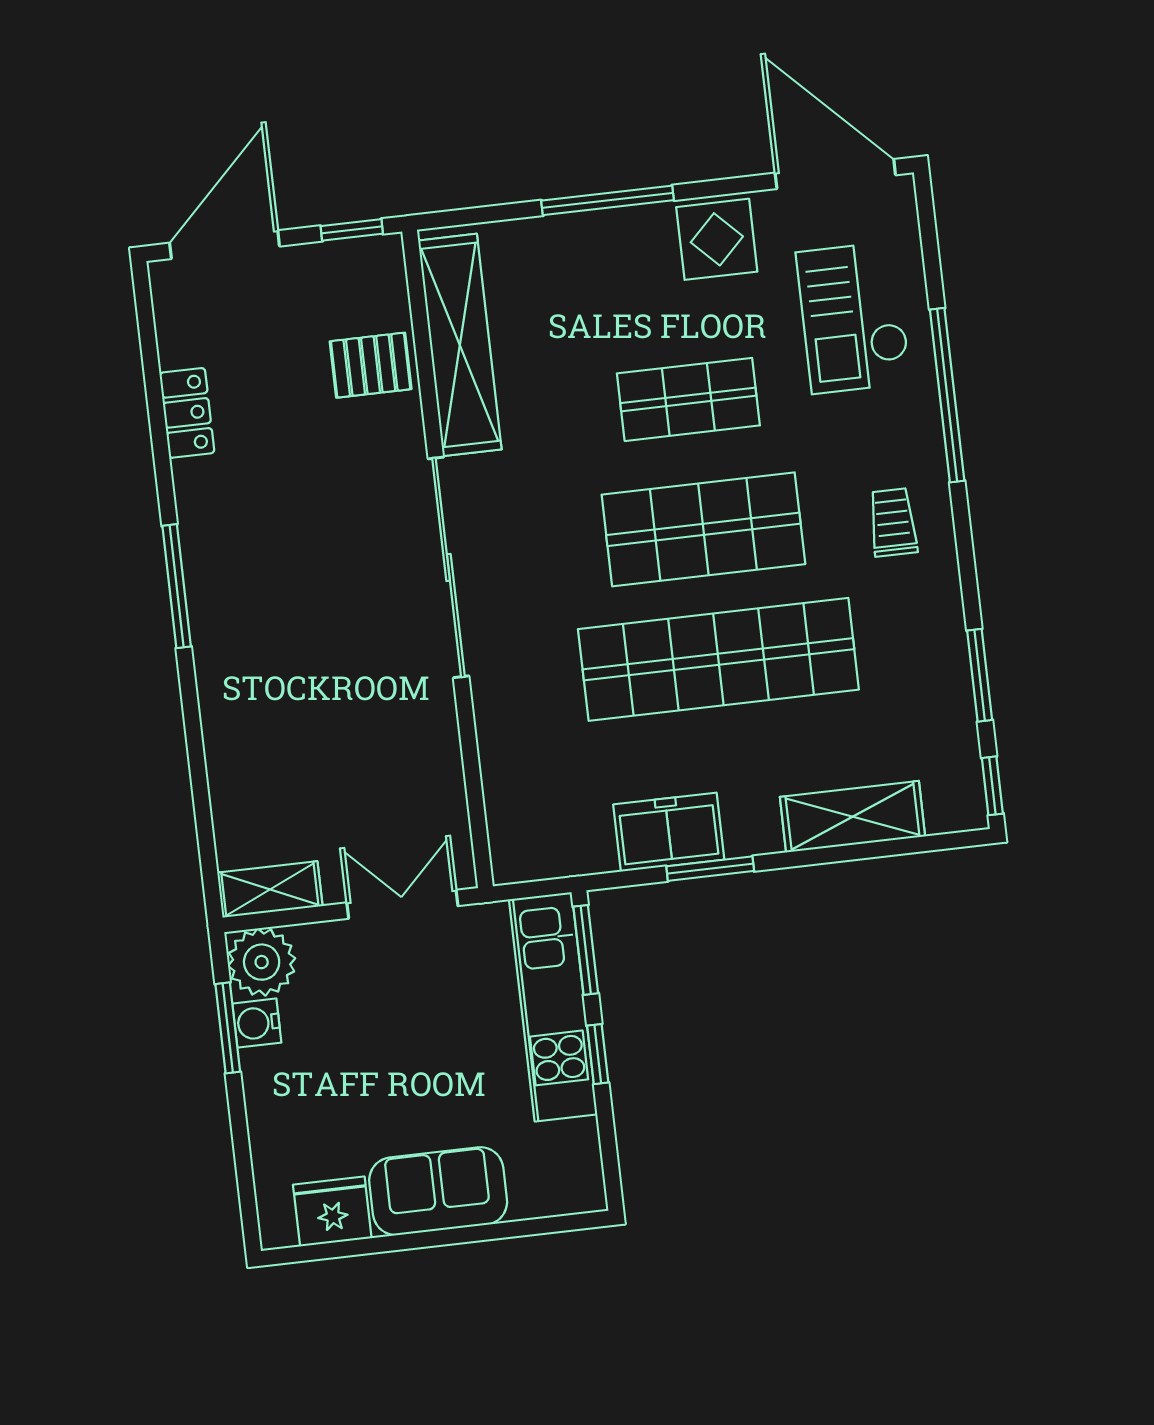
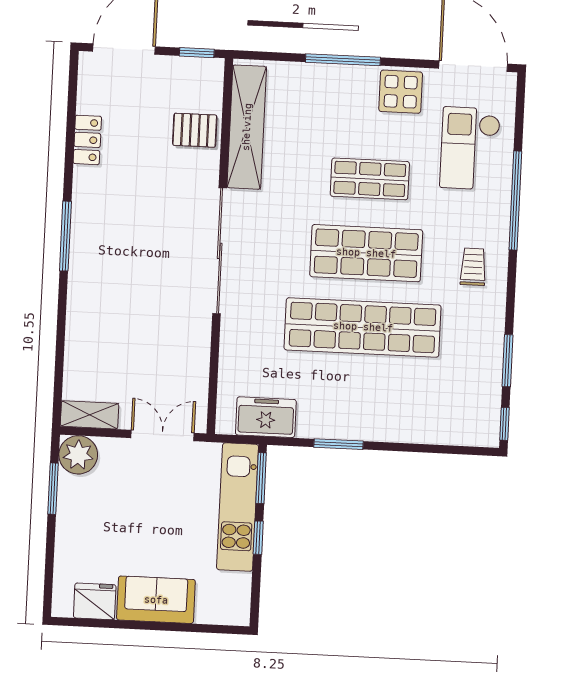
shelving: (853, 817) -> (423, 428), removed
freezer: (669, 832) -> (266, 417), moved
water cooler: (257, 1023) -> (70, 489), removed

